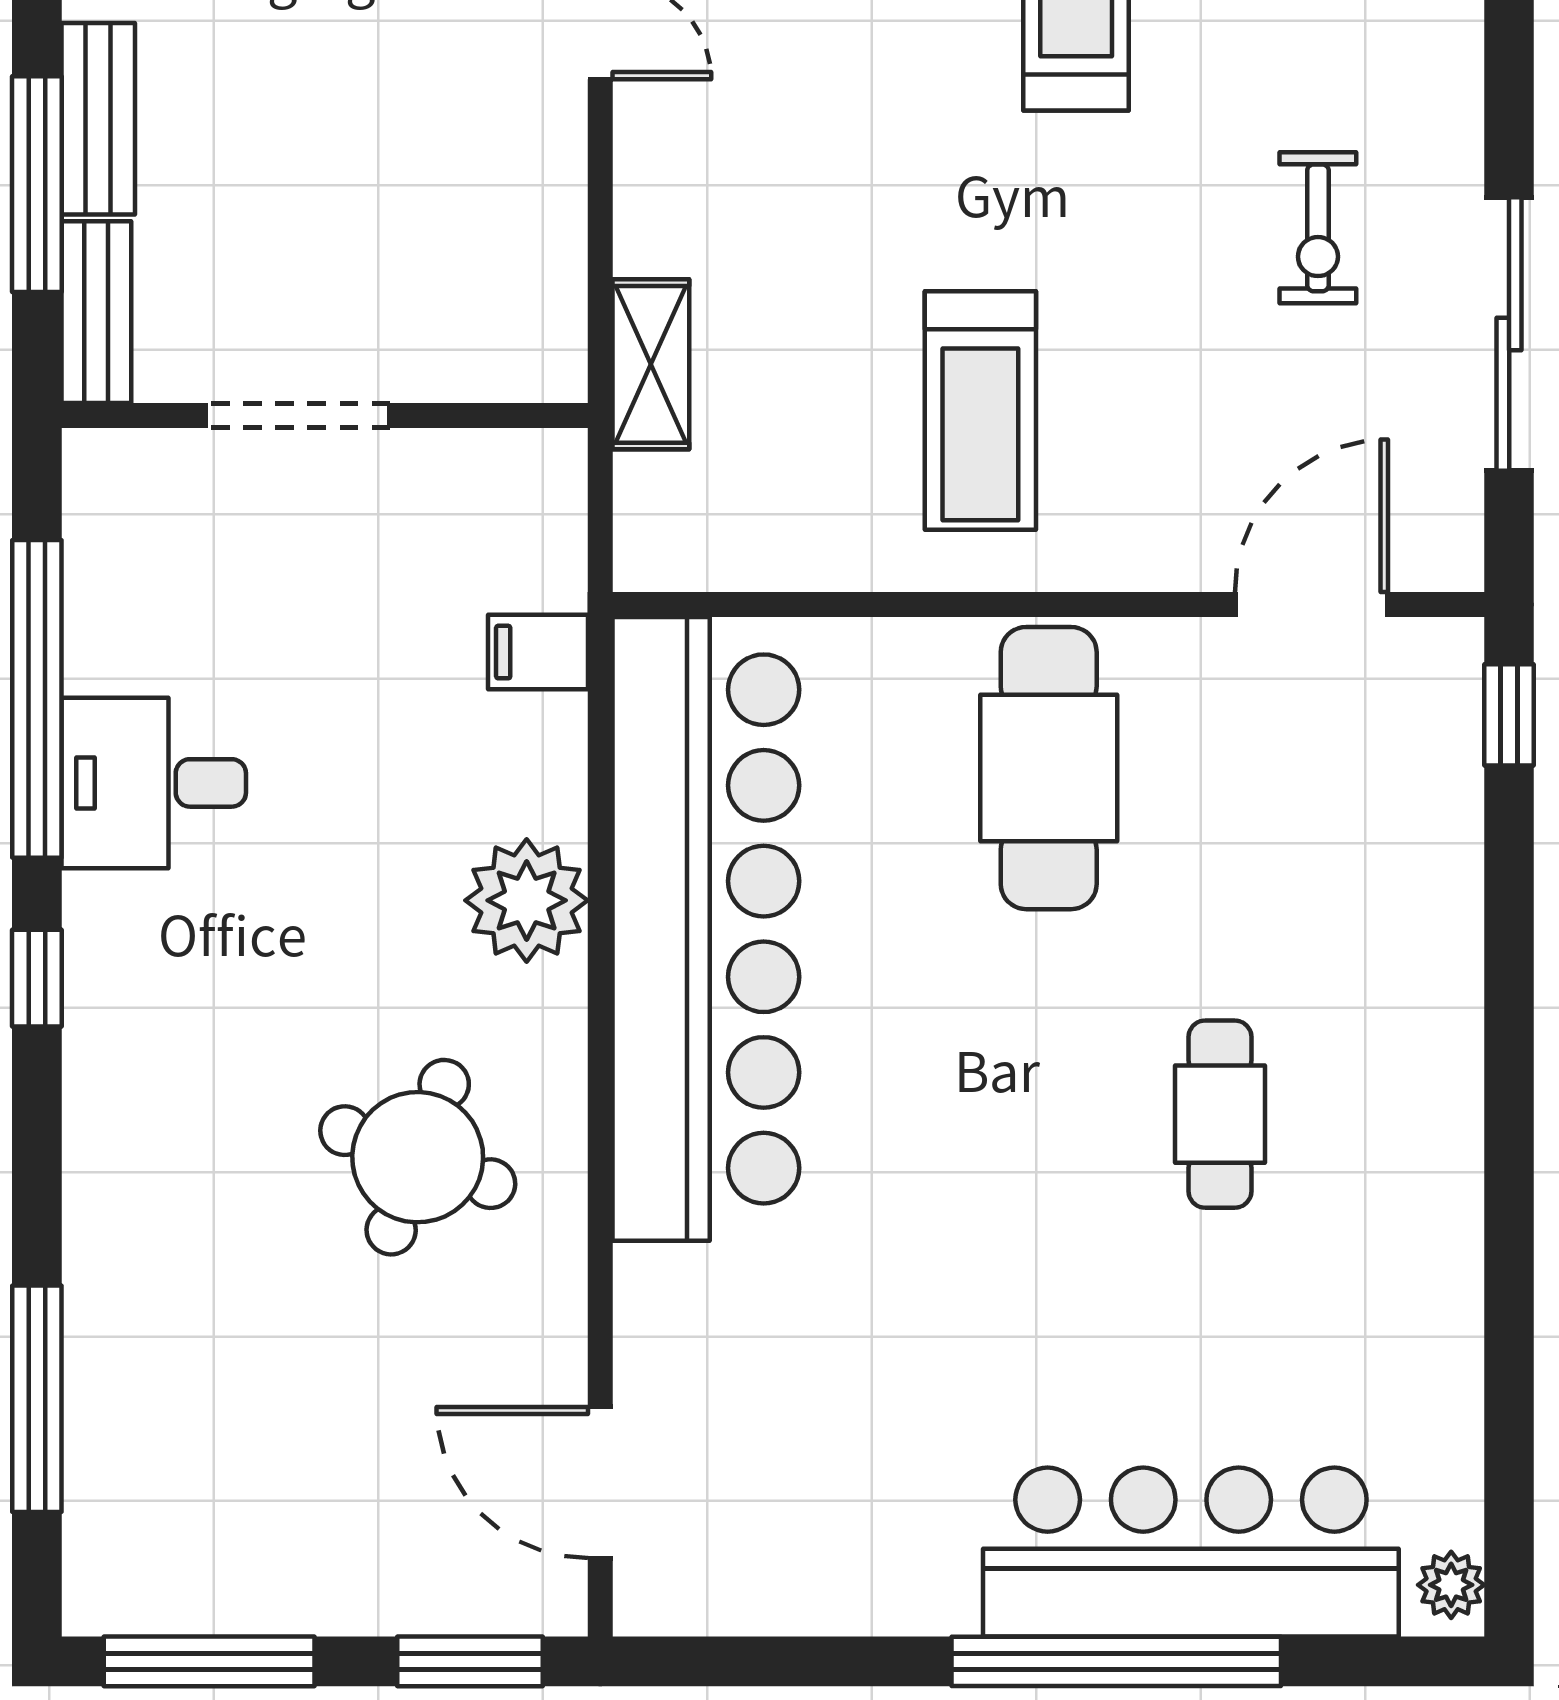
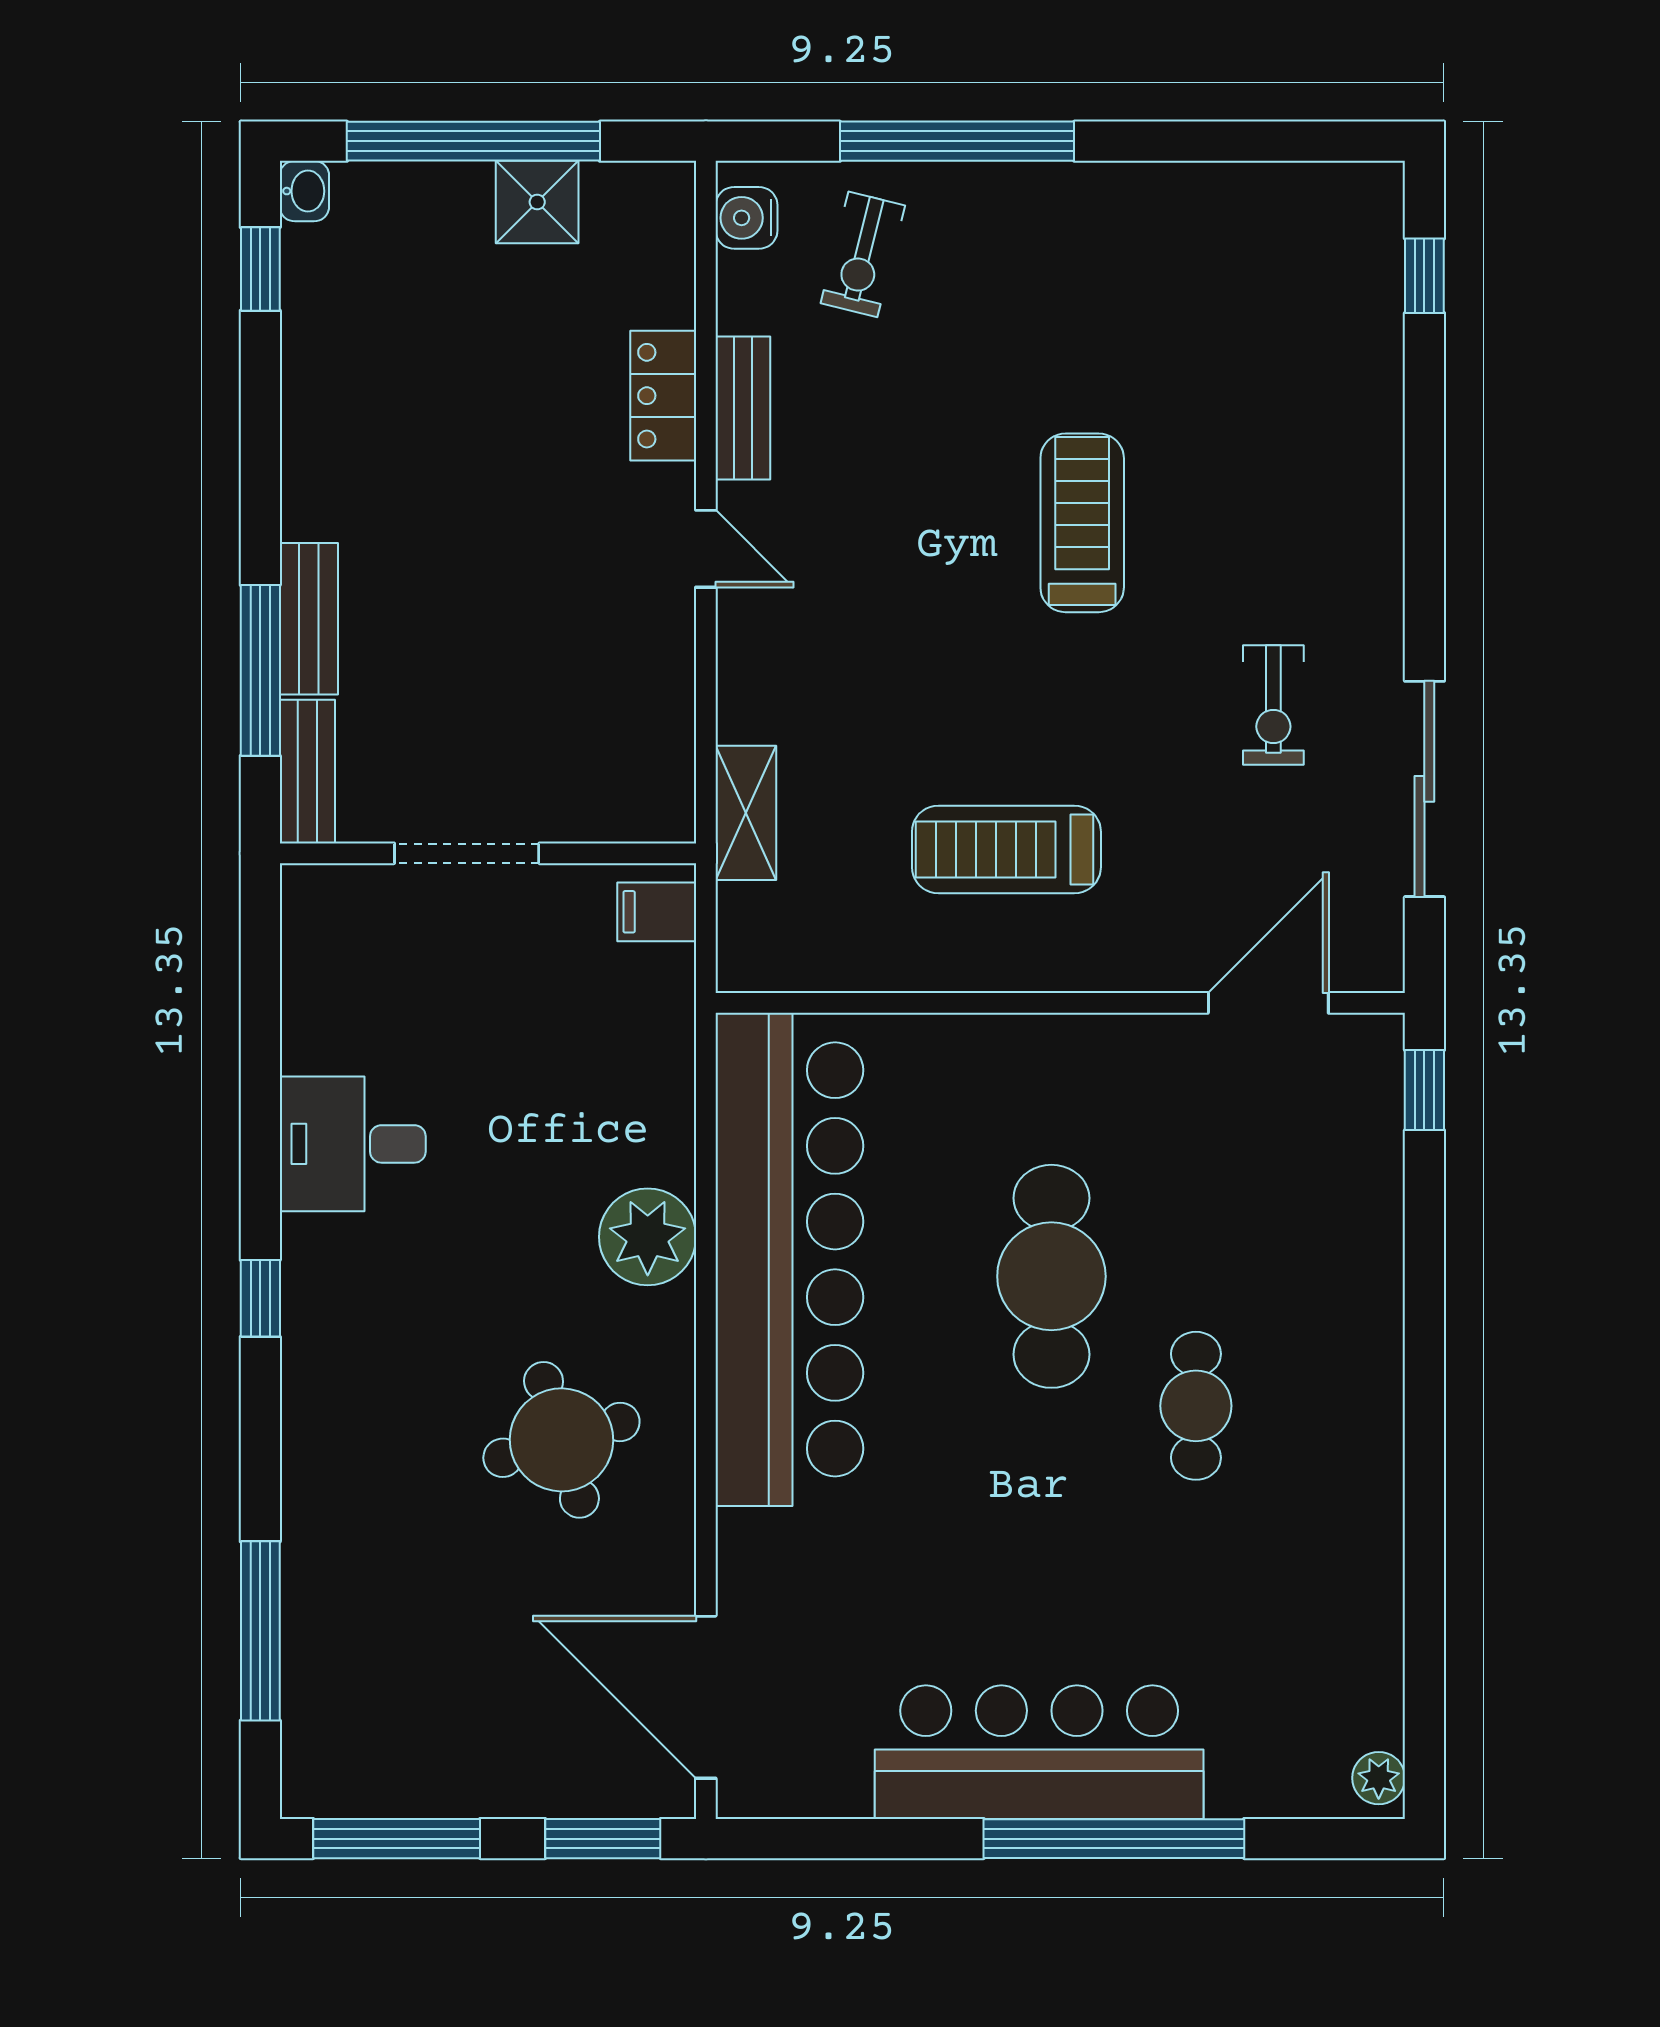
treadmill: (980, 411) -> (1006, 849), turned 90
filing cabinet: (538, 652) -> (657, 912), moved
window: (37, 699) -> (260, 1078), removed
cafe table: (1049, 768) -> (1051, 1276), moved
round table: (418, 1157) -> (561, 1440), turned -37
door: (600, 1482) -> (706, 1697), width x1.36
bar counter: (1191, 1552) -> (1039, 1752), moved

